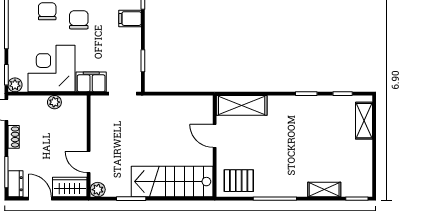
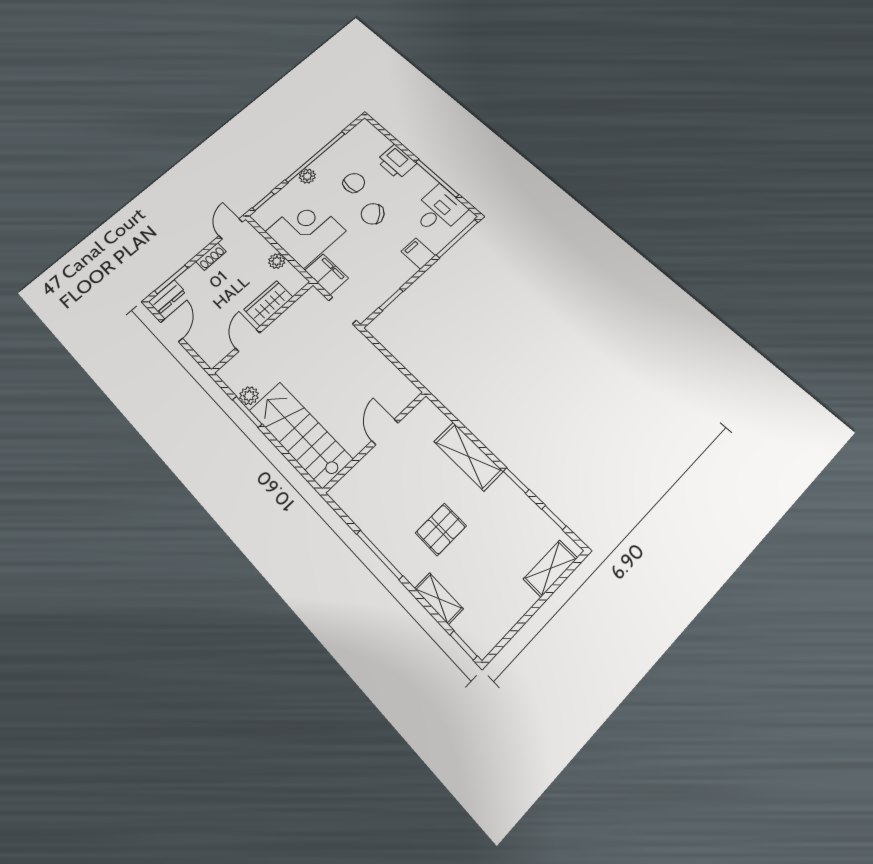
chair: (79, 20) -> (373, 214), turned -130
plant: (15, 85) -> (307, 176), moved
shelving: (242, 105) -> (468, 456), moved
pallet: (239, 181) -> (441, 529), moved, turned 90
wardrobe: (70, 187) -> (268, 303), moved, turned -90
plant: (98, 190) -> (249, 396), moved

